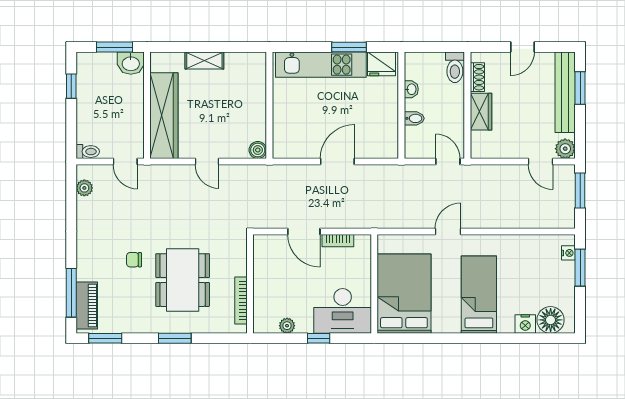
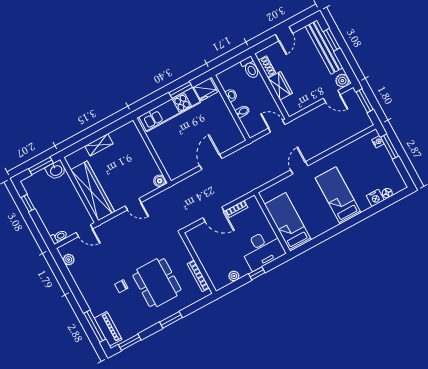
bed: (404, 294) -> (288, 222), width x0.67
floor lamp: (551, 320) -> (387, 193), width x0.53, depth x0.53

